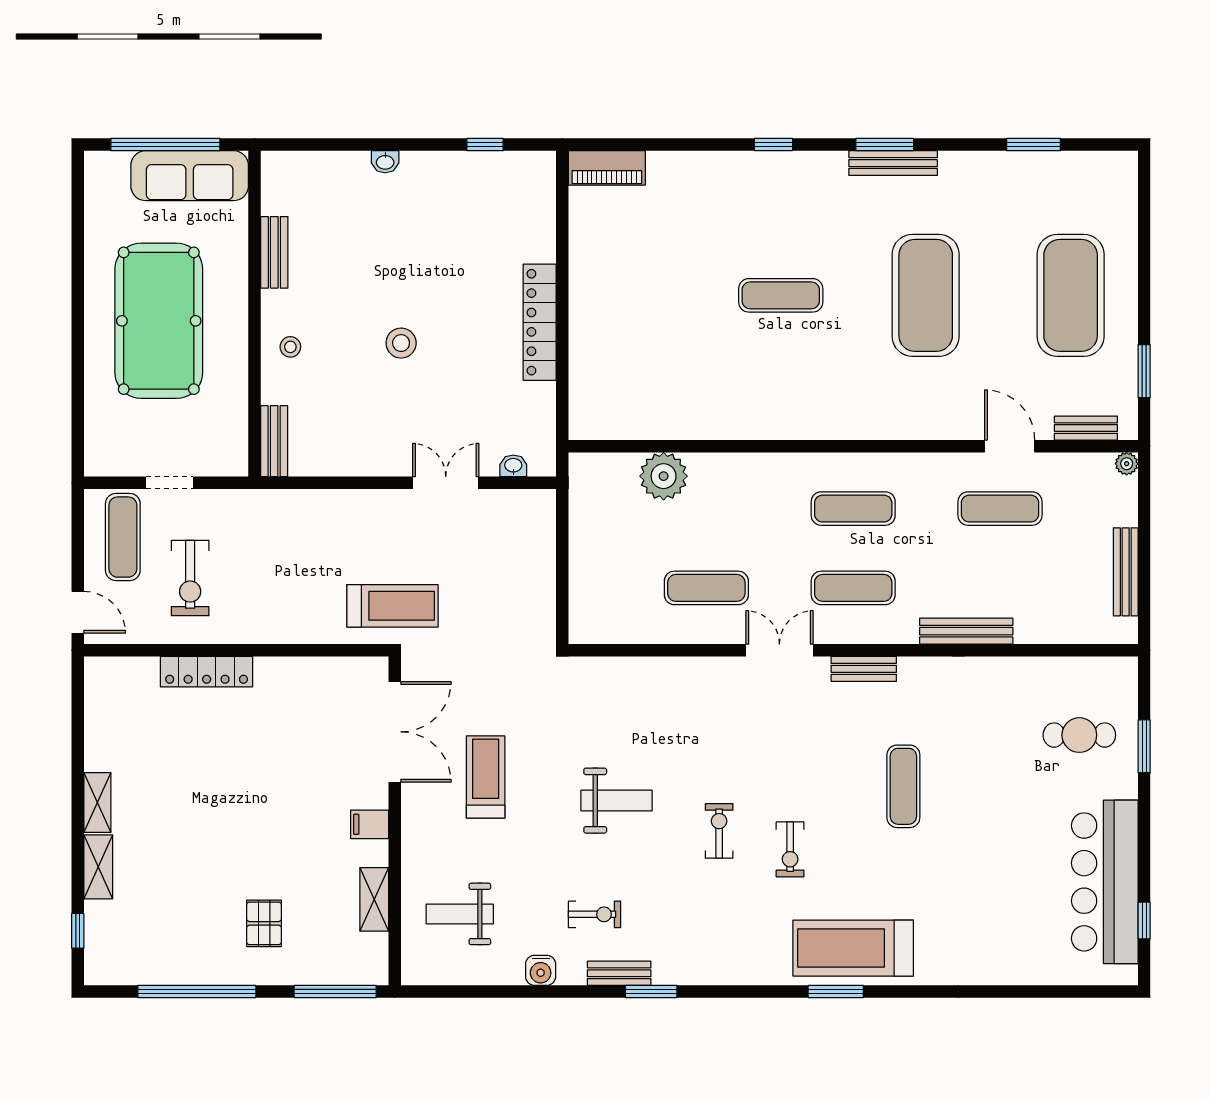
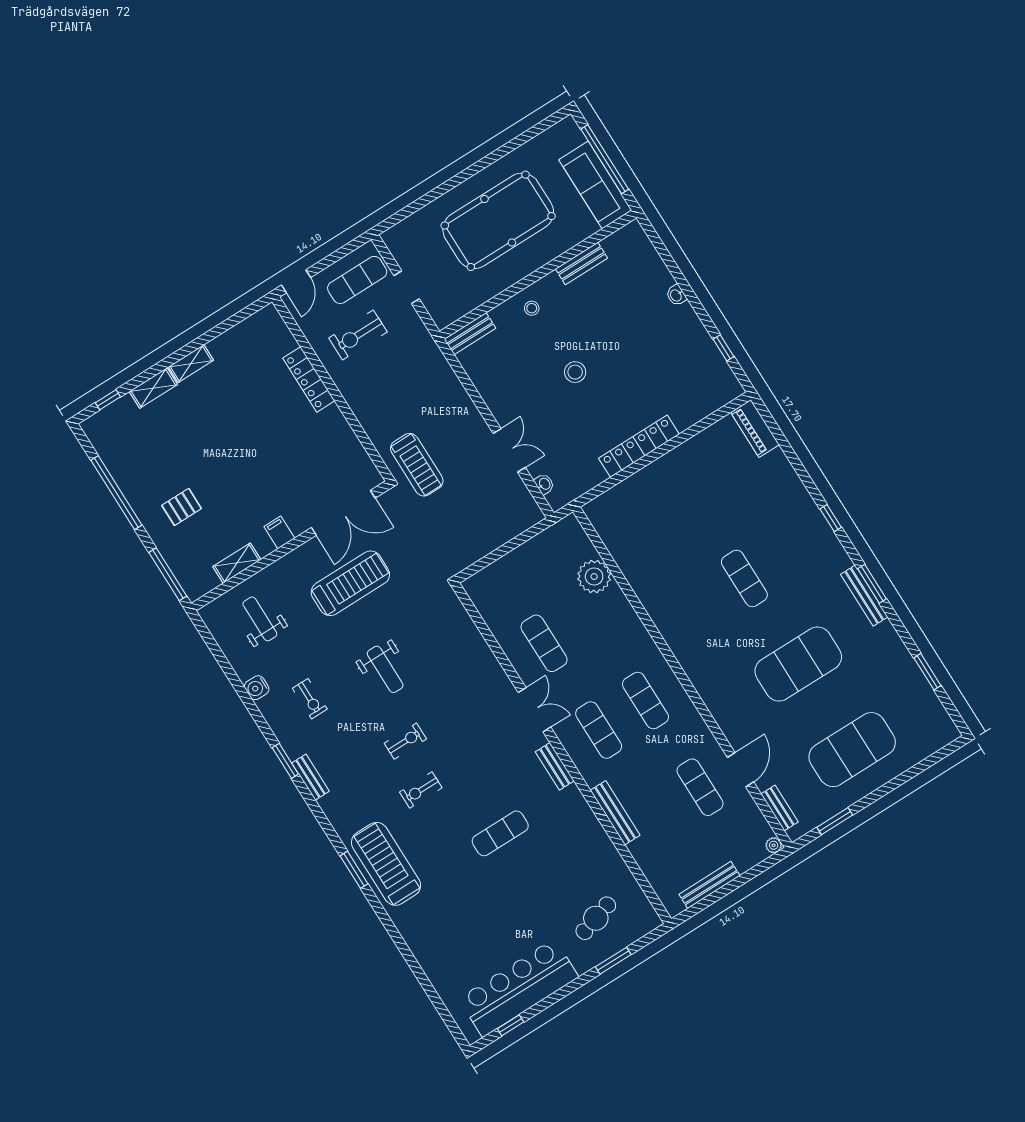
cafe table: (1079, 735) -> (596, 918), turned 73
treadmill: (486, 777) -> (350, 583), width x1.37, depth x1.38
bench: (619, 973) -> (311, 777), moved

